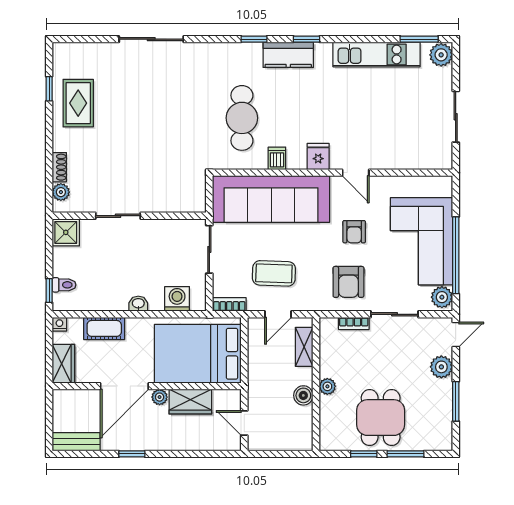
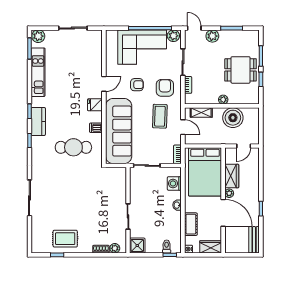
coffee table: (274, 273) -> (160, 116), moved
armchair: (348, 282) -> (165, 88), turned -90
boiler: (303, 395) -> (233, 118), width x1.86, depth x1.86

